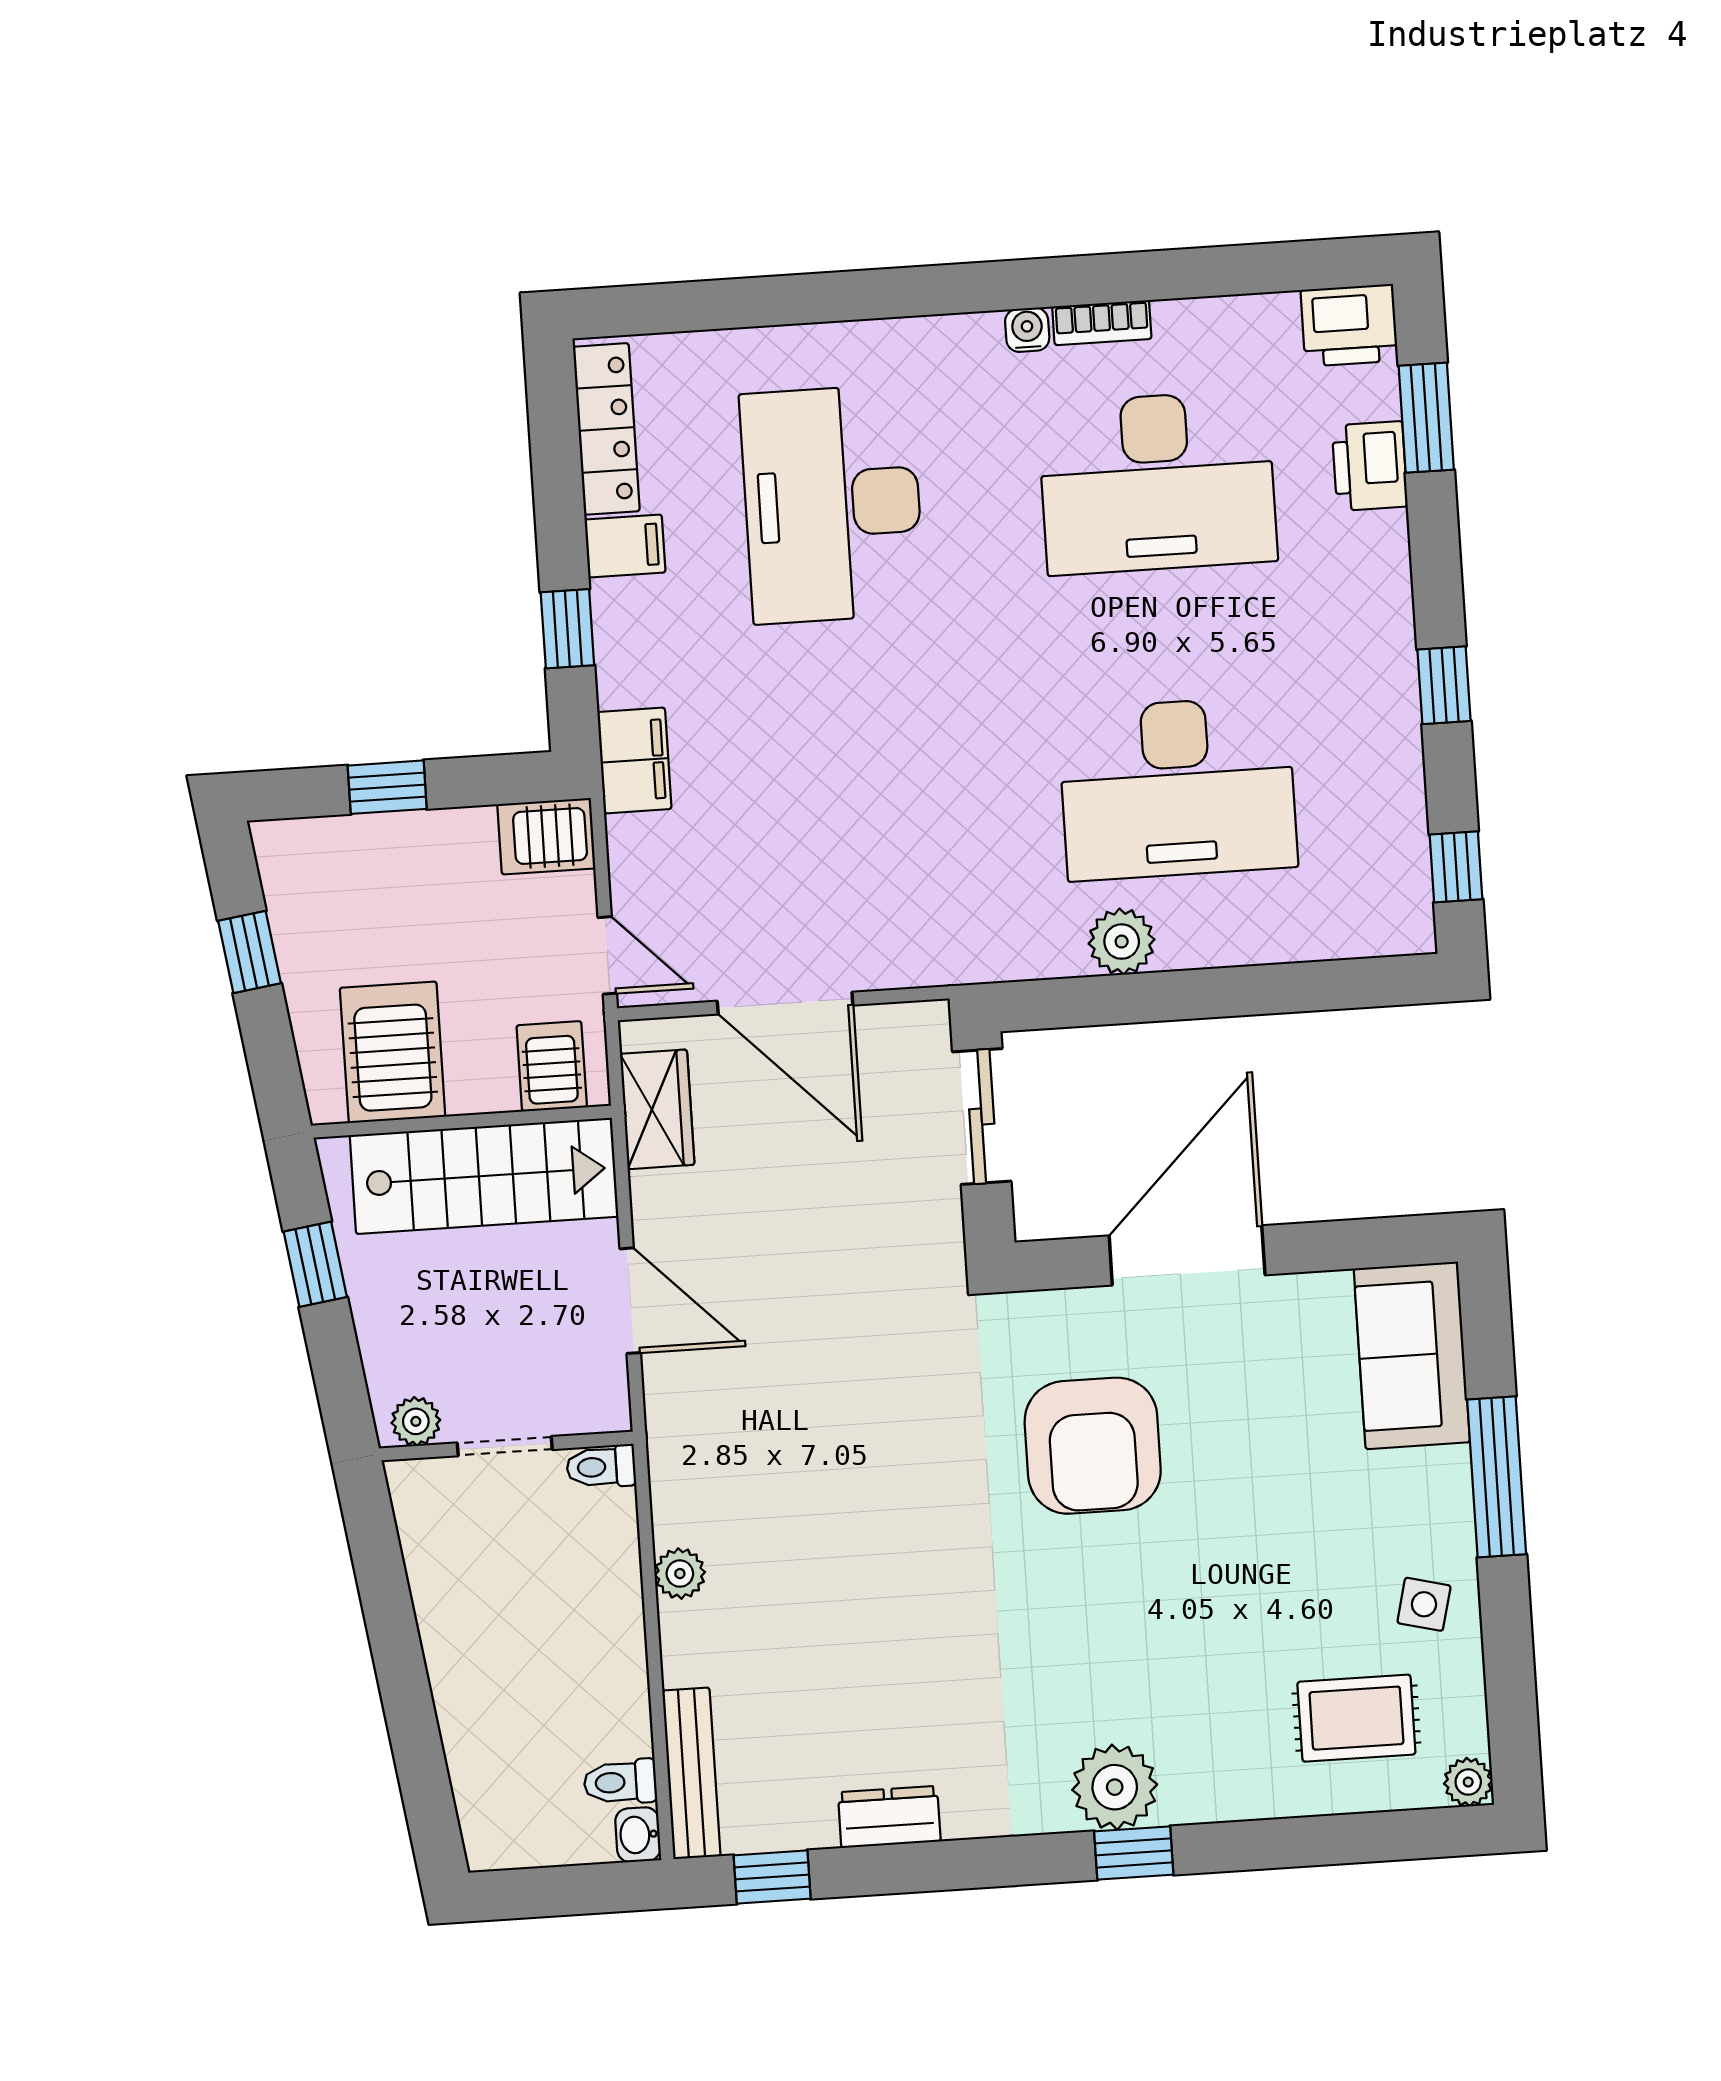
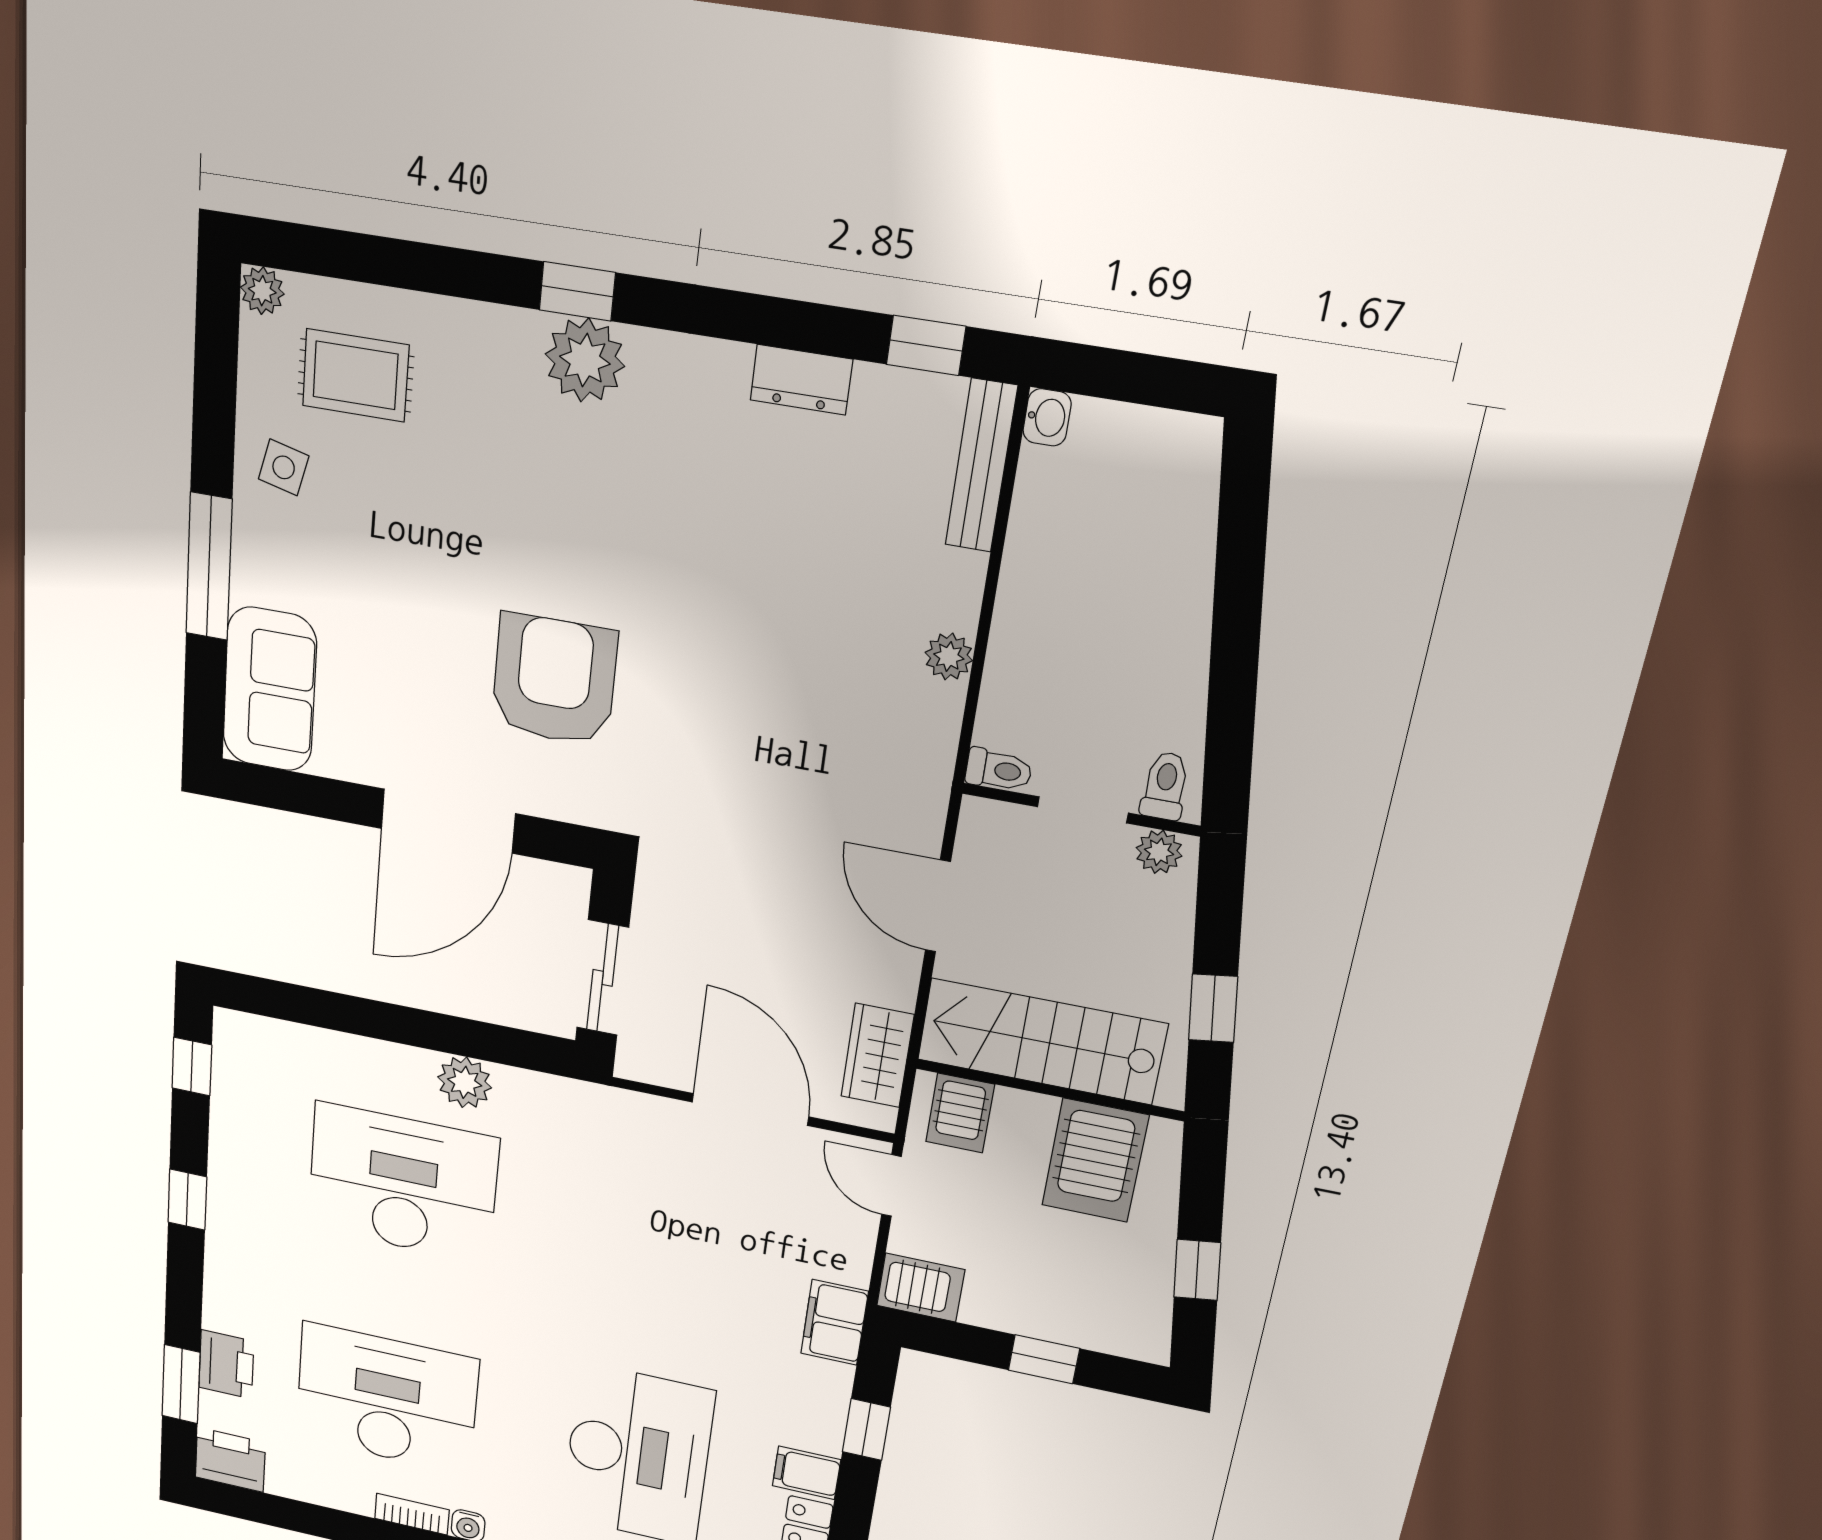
toilet: (620, 1782) -> (1165, 786), moved, turned -90

